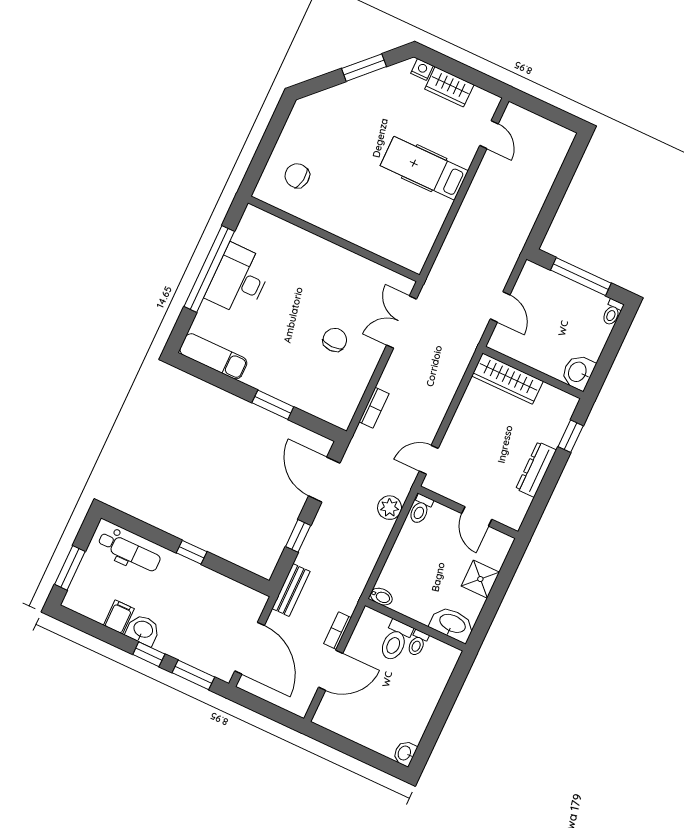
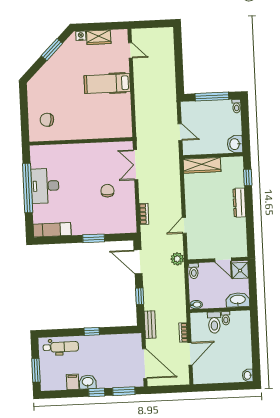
toilet: (420, 509) -> (194, 271), moved
wall: (468, 512) -> (218, 260), moved
door: (477, 516) -> (223, 260), moved

